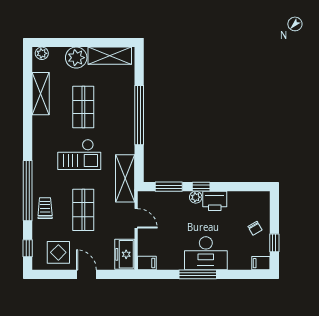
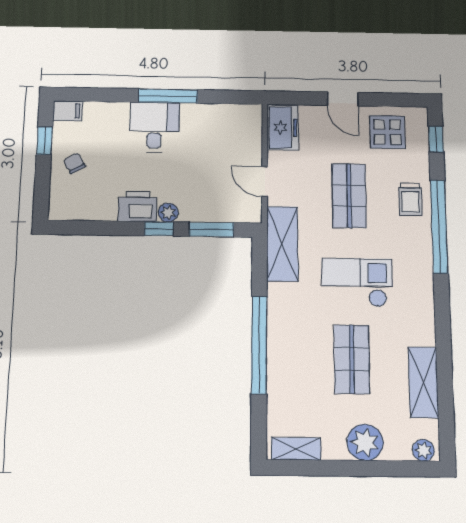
shelving: (110, 56) -> (296, 449), width x0.67, depth x0.75
desk: (206, 253) -> (154, 127), width x0.73
filing cabinet: (147, 263) -> (248, 114), removed

